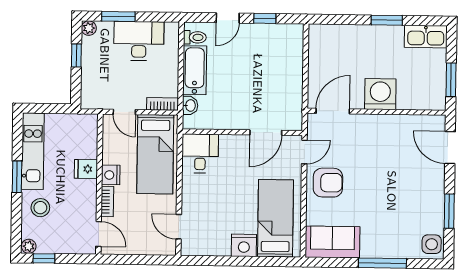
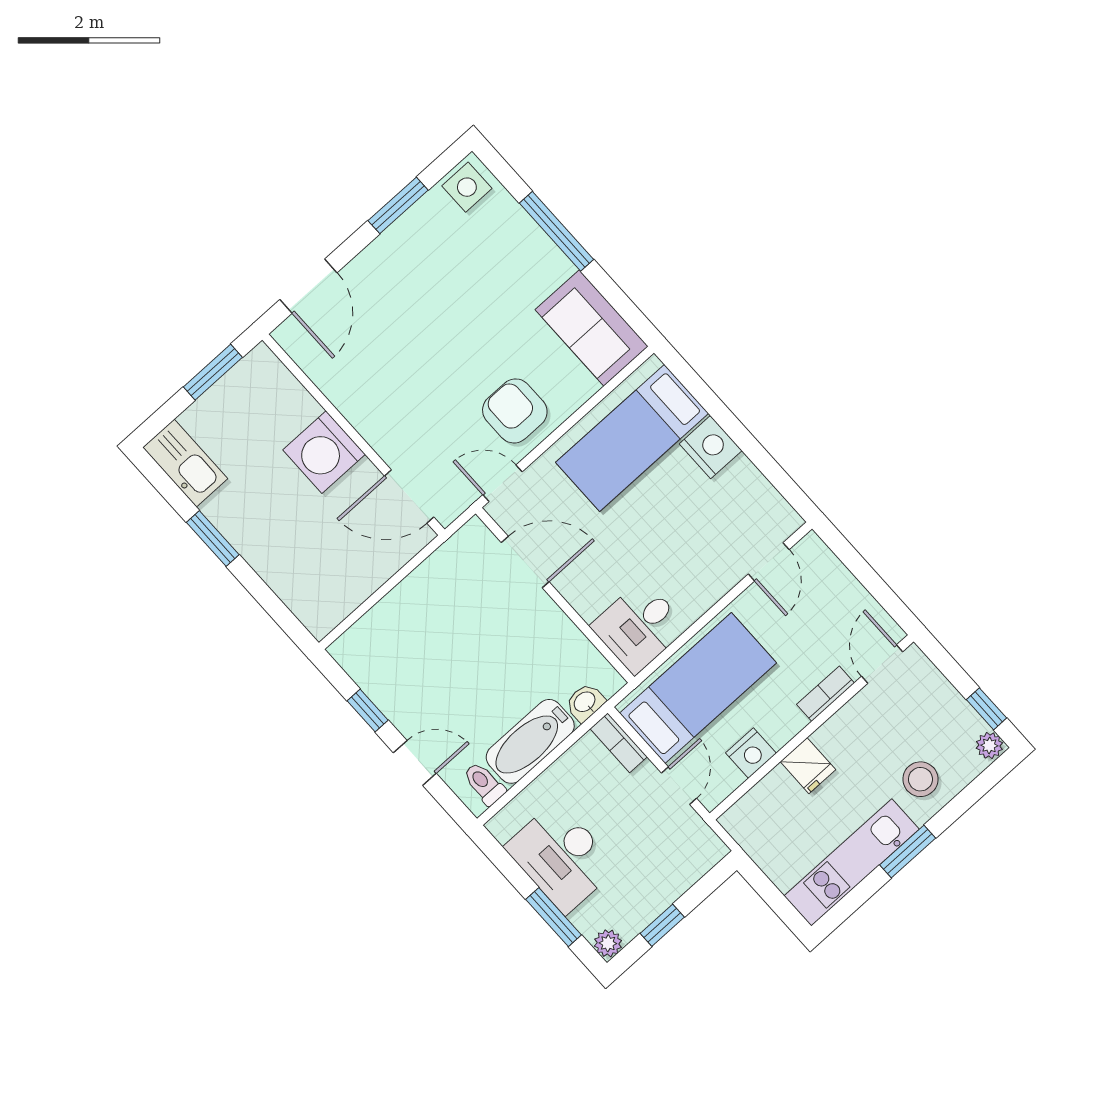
nightstand: (111, 175) -> (751, 753), moved

